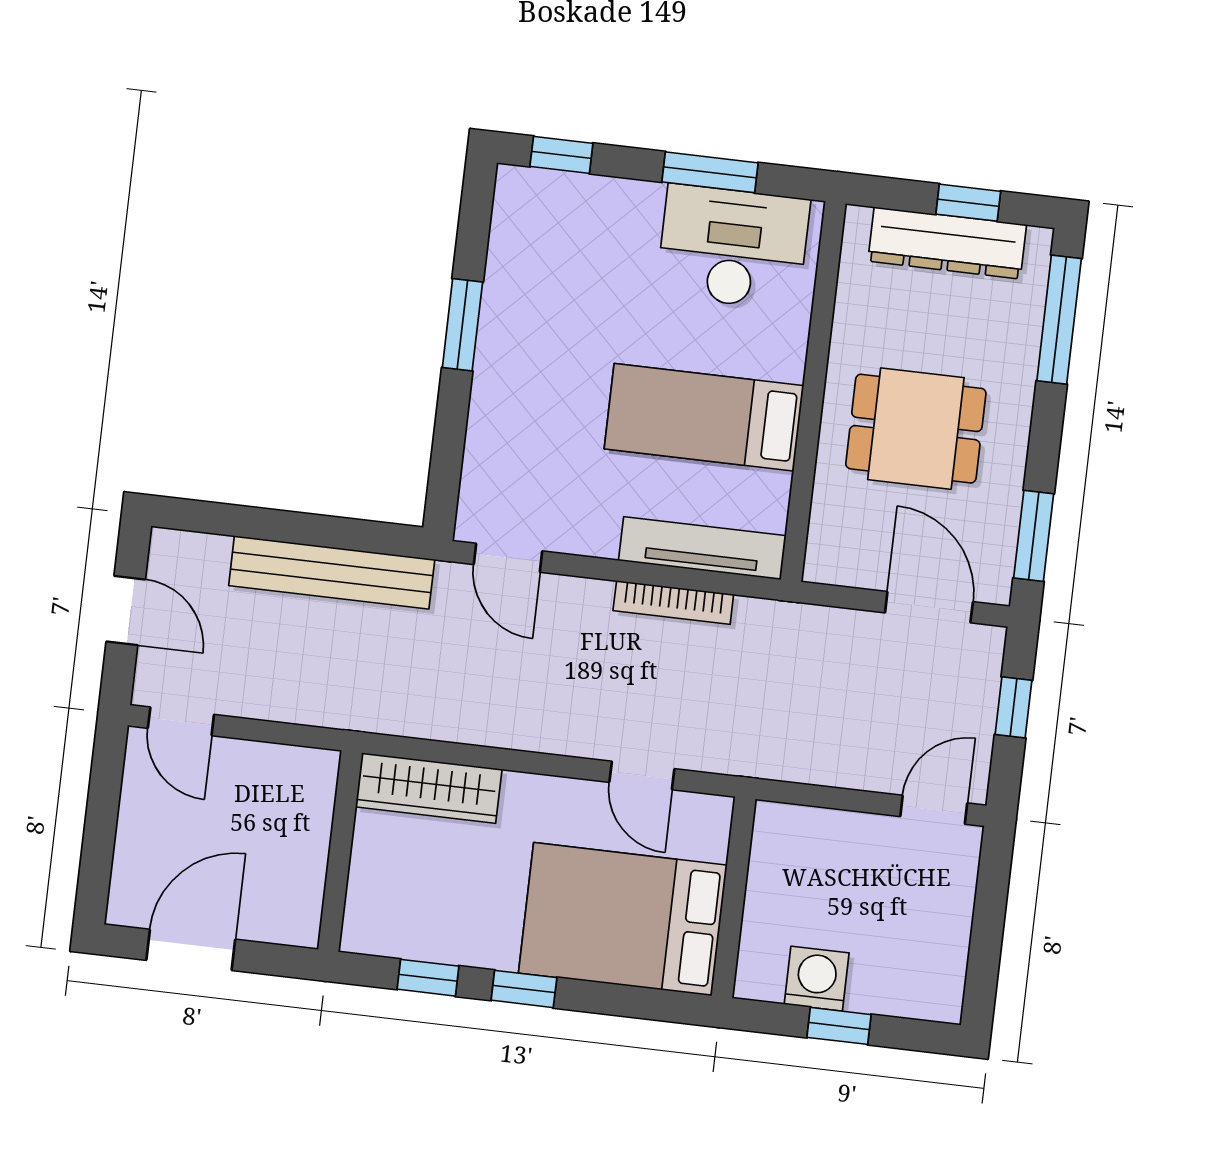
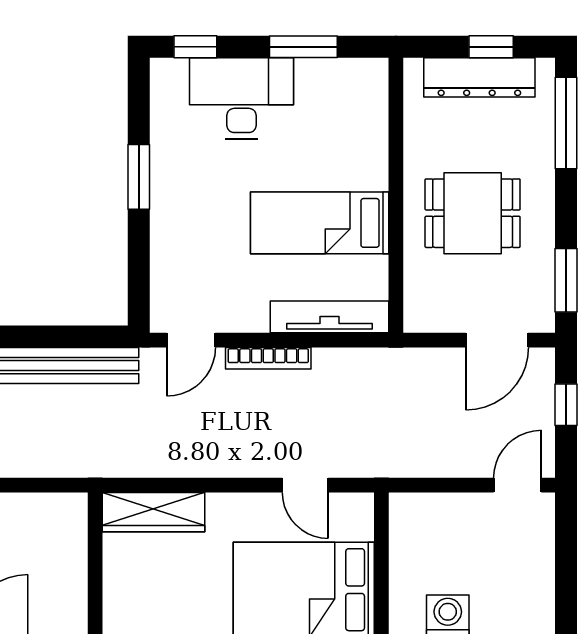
desk: (733, 247) -> (242, 98), moved
door: (508, 558) -> (191, 340), hinge flipped
bookcase: (673, 602) -> (268, 358), moved
door: (929, 607) -> (497, 340), swing flipped

